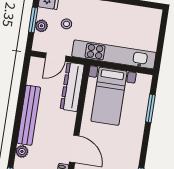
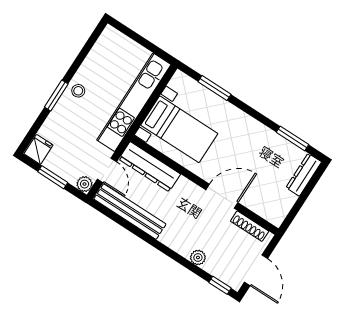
stool: (66, 24) -> (78, 91), moved
plant: (41, 26) -> (85, 184), moved
bench: (29, 115) -> (130, 212), moved

